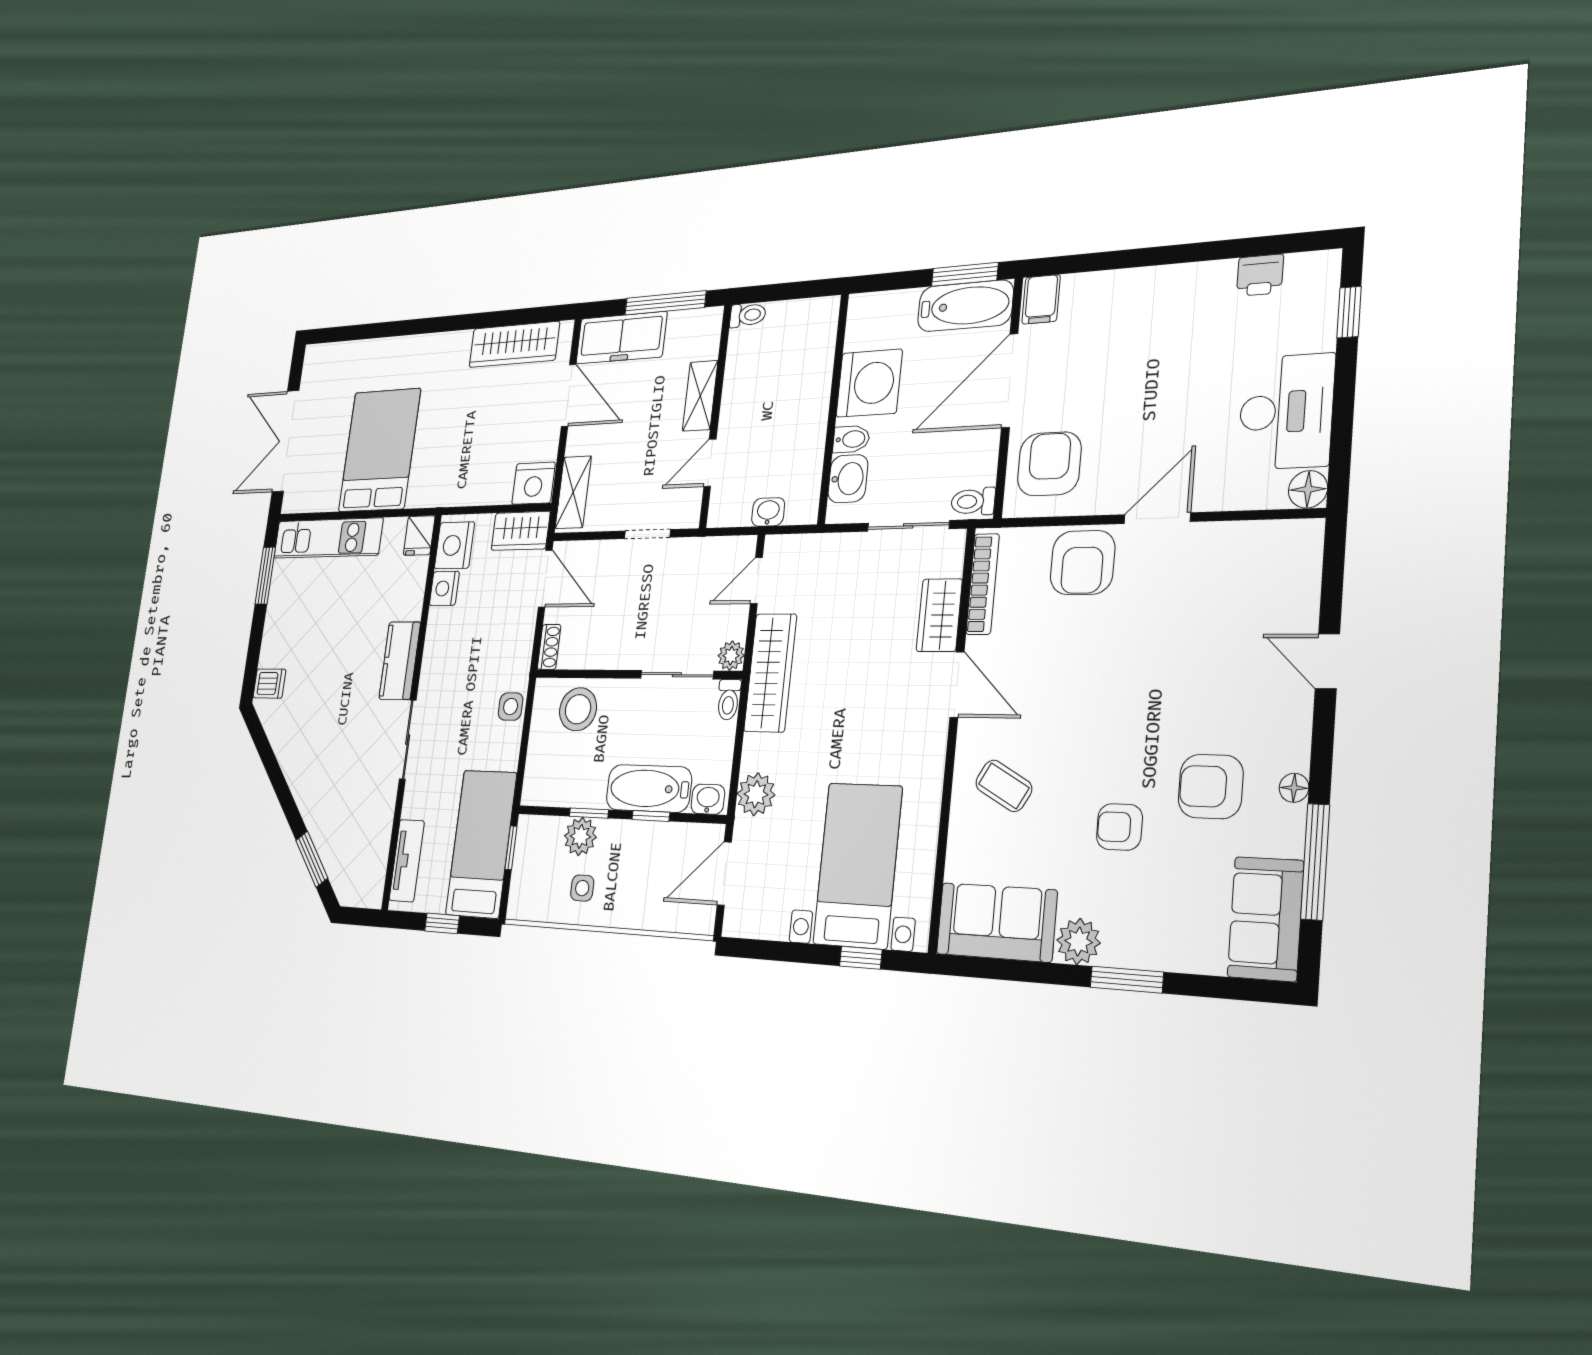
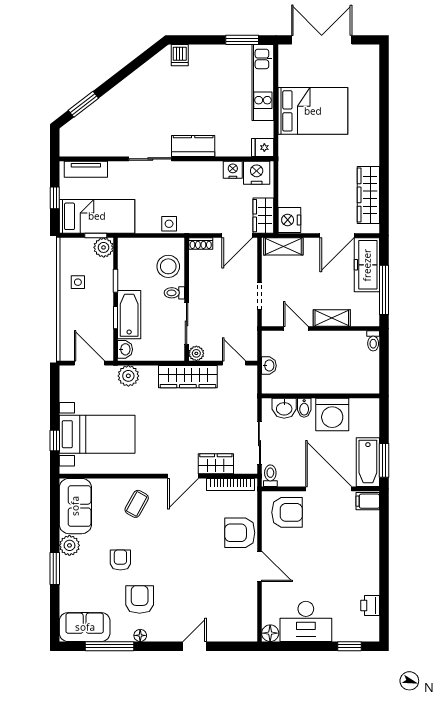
toilet: (729, 700) -> (174, 293), moved
plant: (580, 836) -> (104, 247), moved

